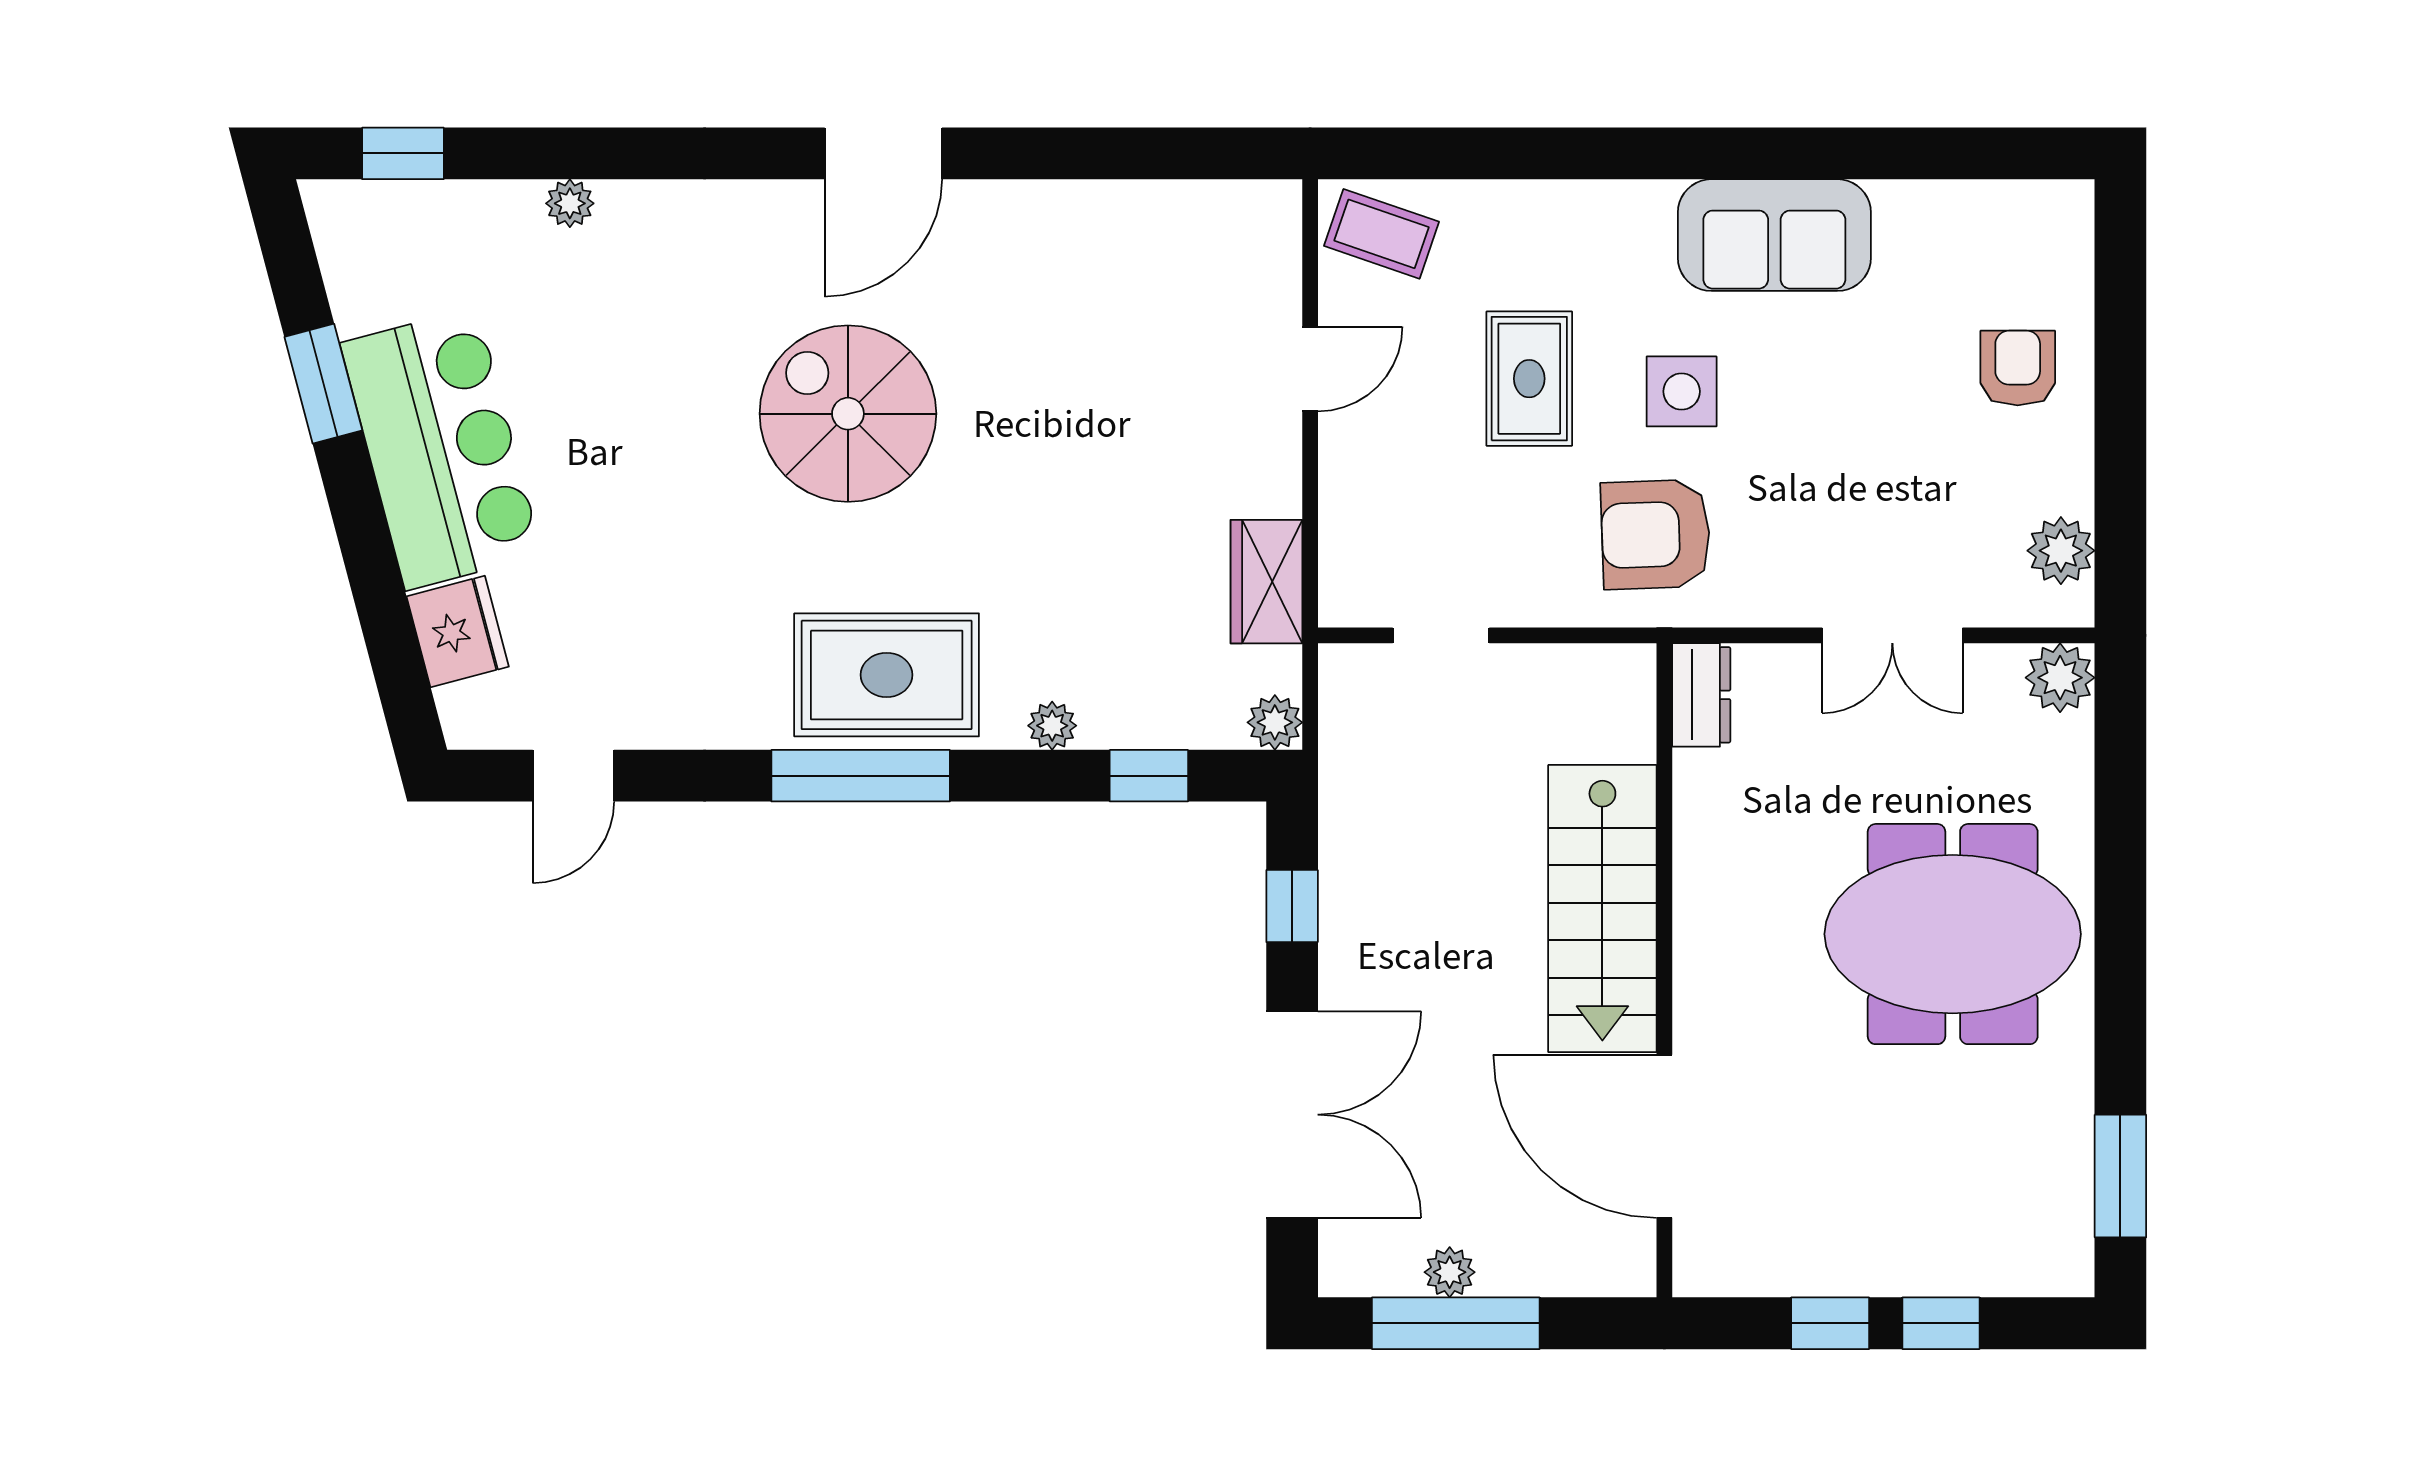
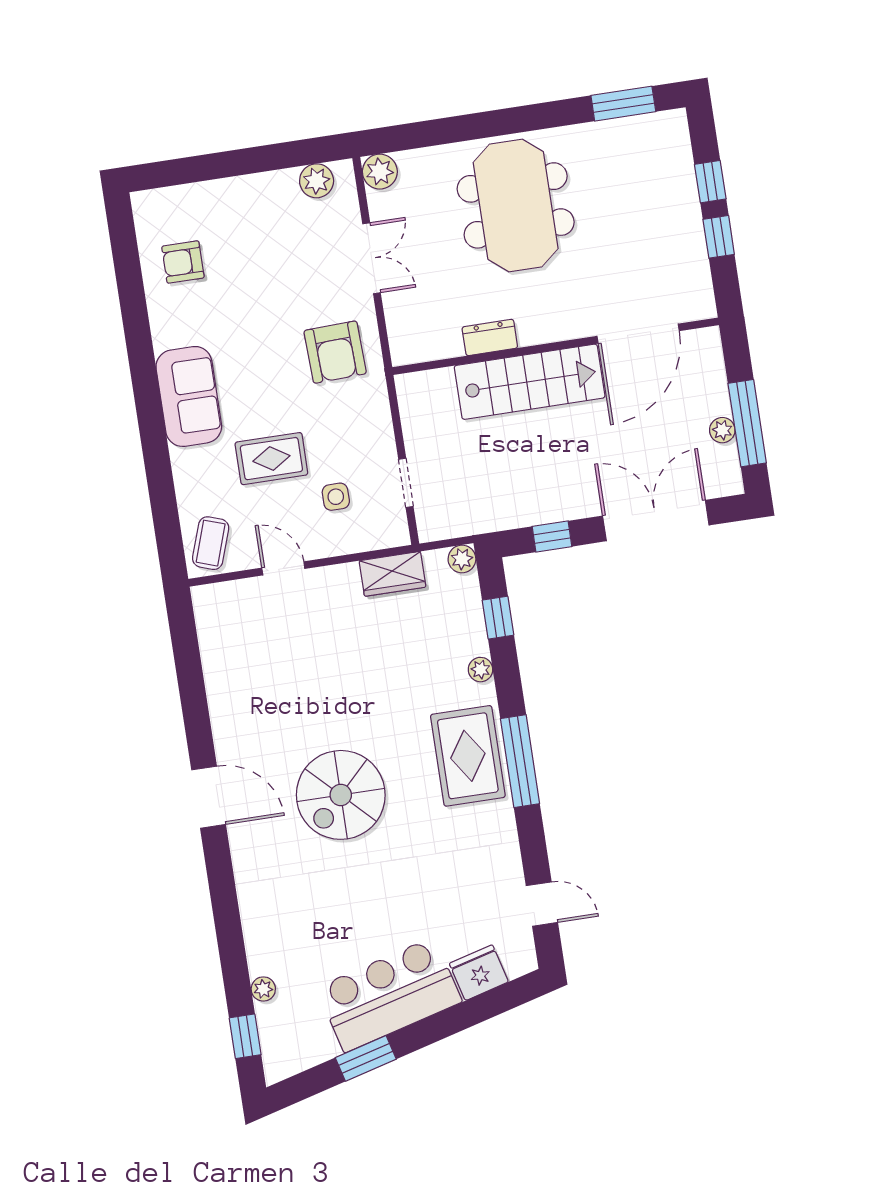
plant: (570, 203) -> (263, 989), moved
sofa: (1774, 235) -> (189, 396), moved
armchair: (2018, 368) -> (183, 262), moved
side table: (1682, 391) -> (336, 497), moved, width x0.73, depth x0.73
armchair: (1656, 534) -> (335, 352), moved
dresser: (1701, 695) -> (490, 337), moved

